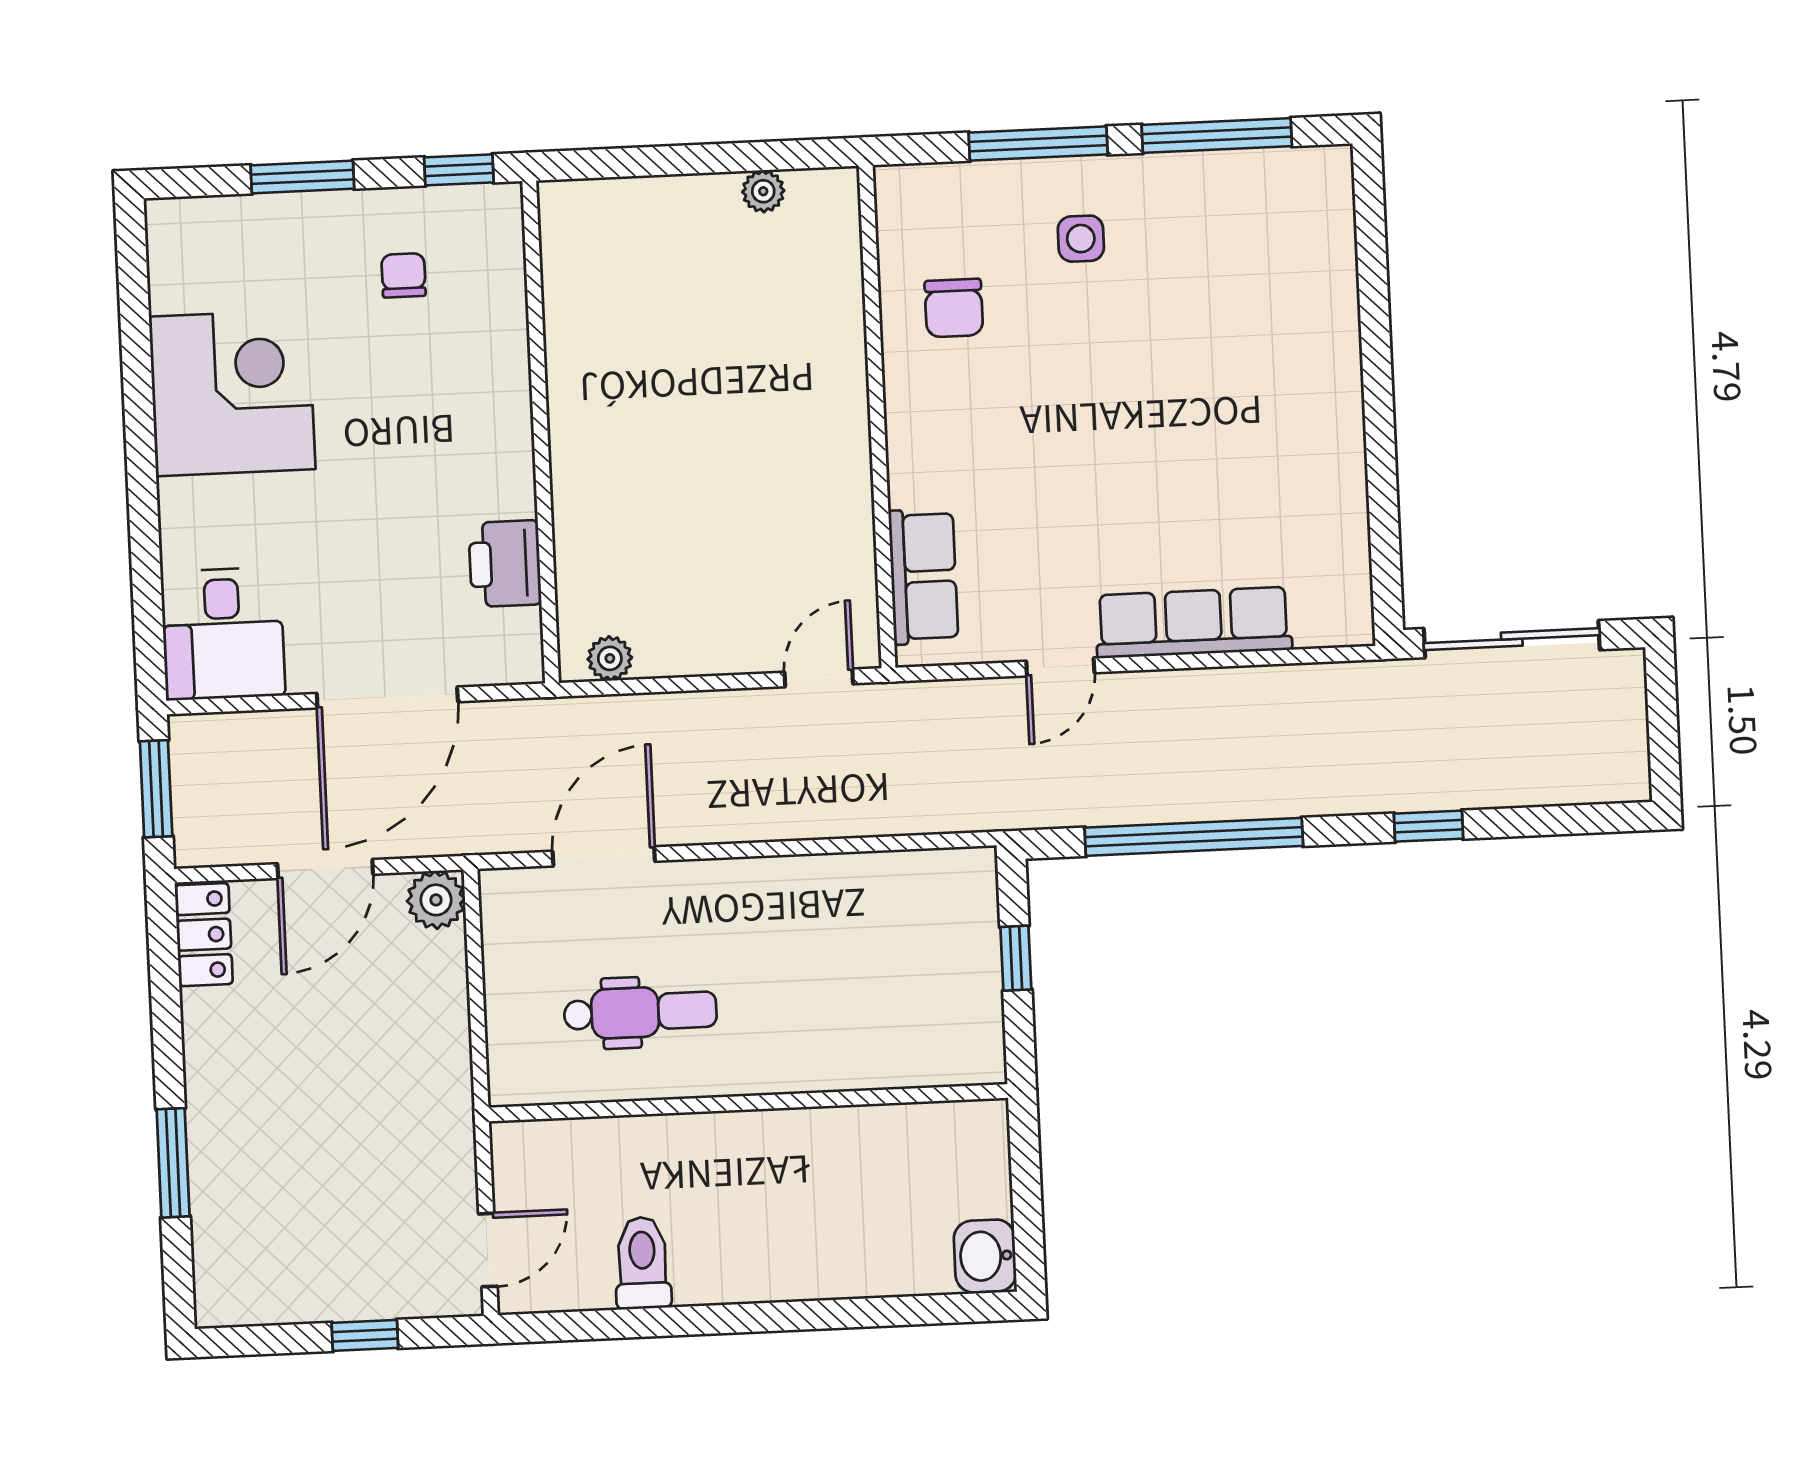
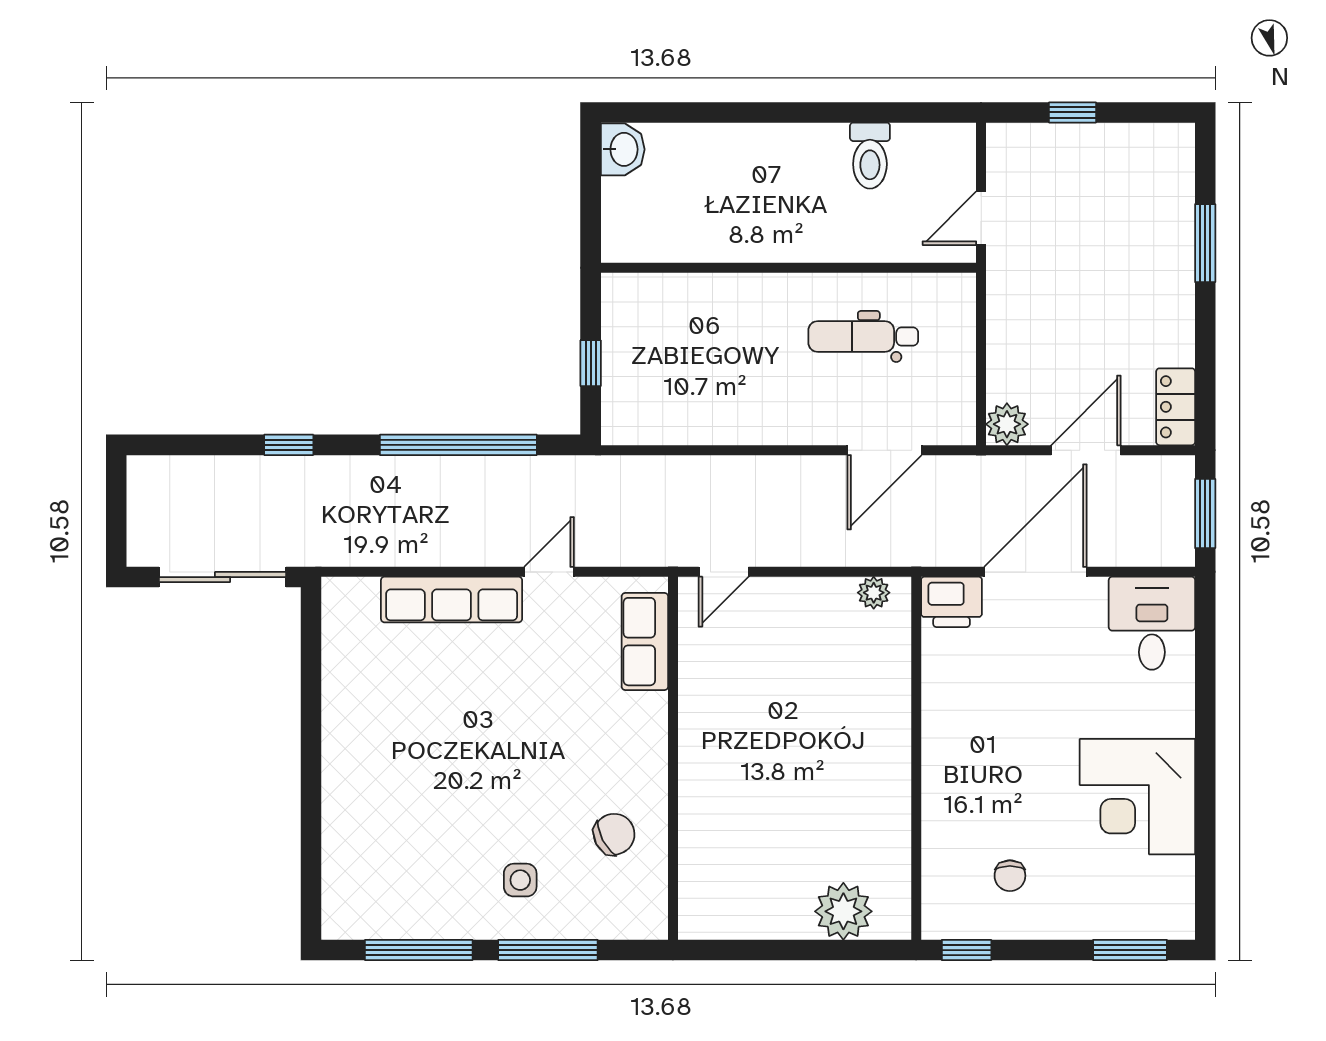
window: (302, 177) -> (1130, 950), moved
plant: (763, 191) -> (843, 911), moved, width x1.87, depth x1.87
chair: (954, 308) -> (614, 834), turned 62
printer: (505, 564) -> (952, 602), moved, turned 90
door: (488, 1250) -> (981, 218), moved

